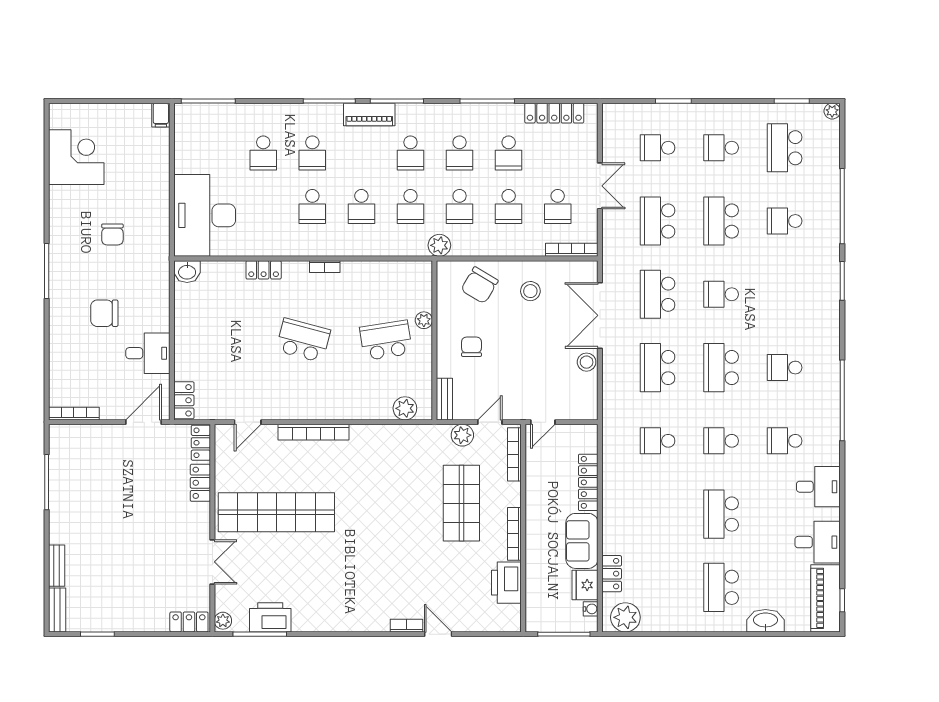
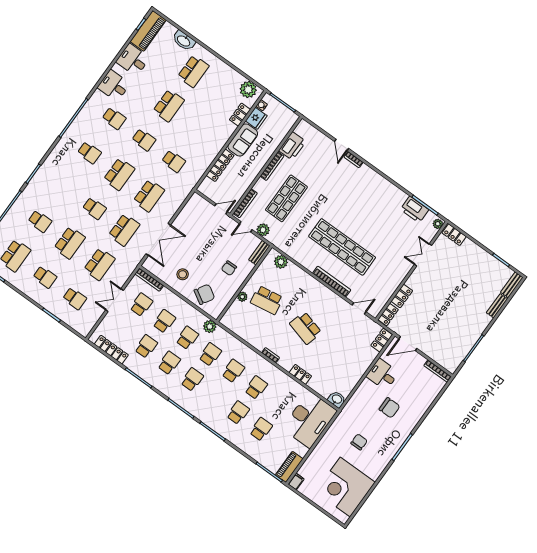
piano: (369, 114) -> (289, 467), moved, turned -90
corner desk: (76, 157) -> (345, 487), width x1.36, depth x1.36
stool: (587, 362) -> (180, 222), removed
shop shelf: (276, 512) -> (342, 247), moved

